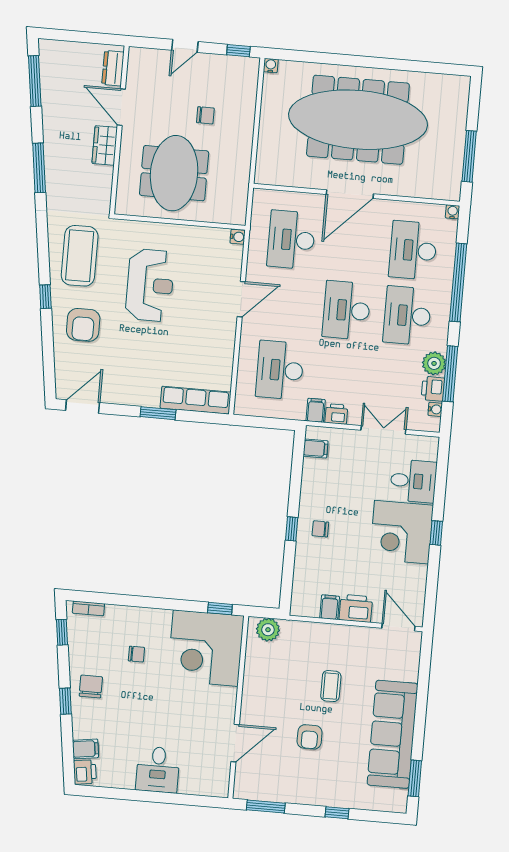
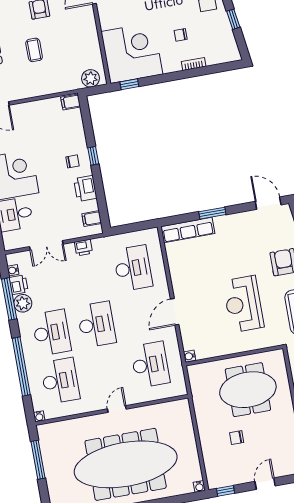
meeting table: (174, 173) -> (248, 390), turned 90
door: (350, 194) -> (117, 409), width x0.53
door: (83, 407) -> (268, 203), swing flipped
filing cabinet: (316, 410) -> (99, 246), removed
filing cabinet: (330, 607) -> (71, 102), moved, turned 90
bookcase: (88, 608) -> (194, 64), moved
printer: (356, 608) -> (85, 188), moved, turned 90
window: (62, 632) -> (233, 19), moved

